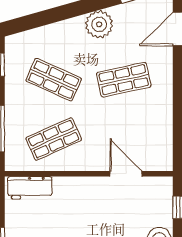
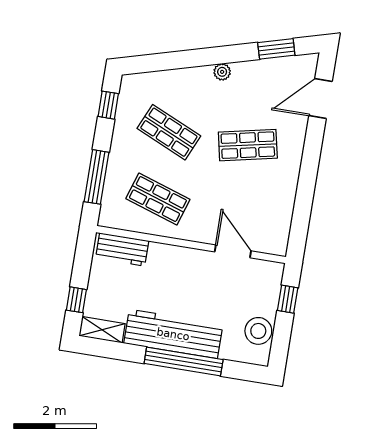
plant: (99, 24) -> (222, 72), width x0.53, depth x0.53
shop shelf: (54, 139) -> (158, 199), turned 42

